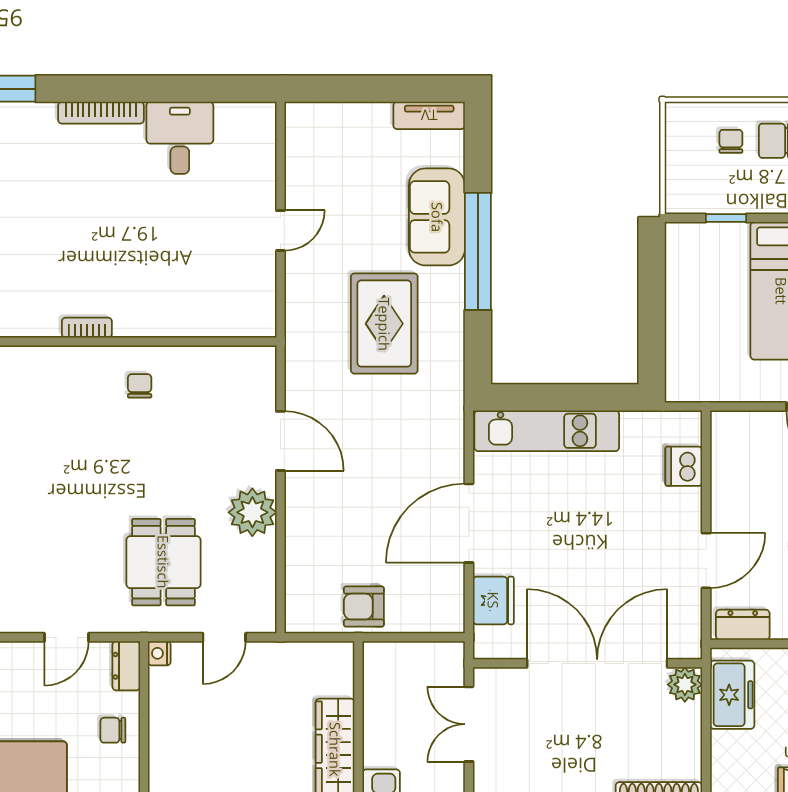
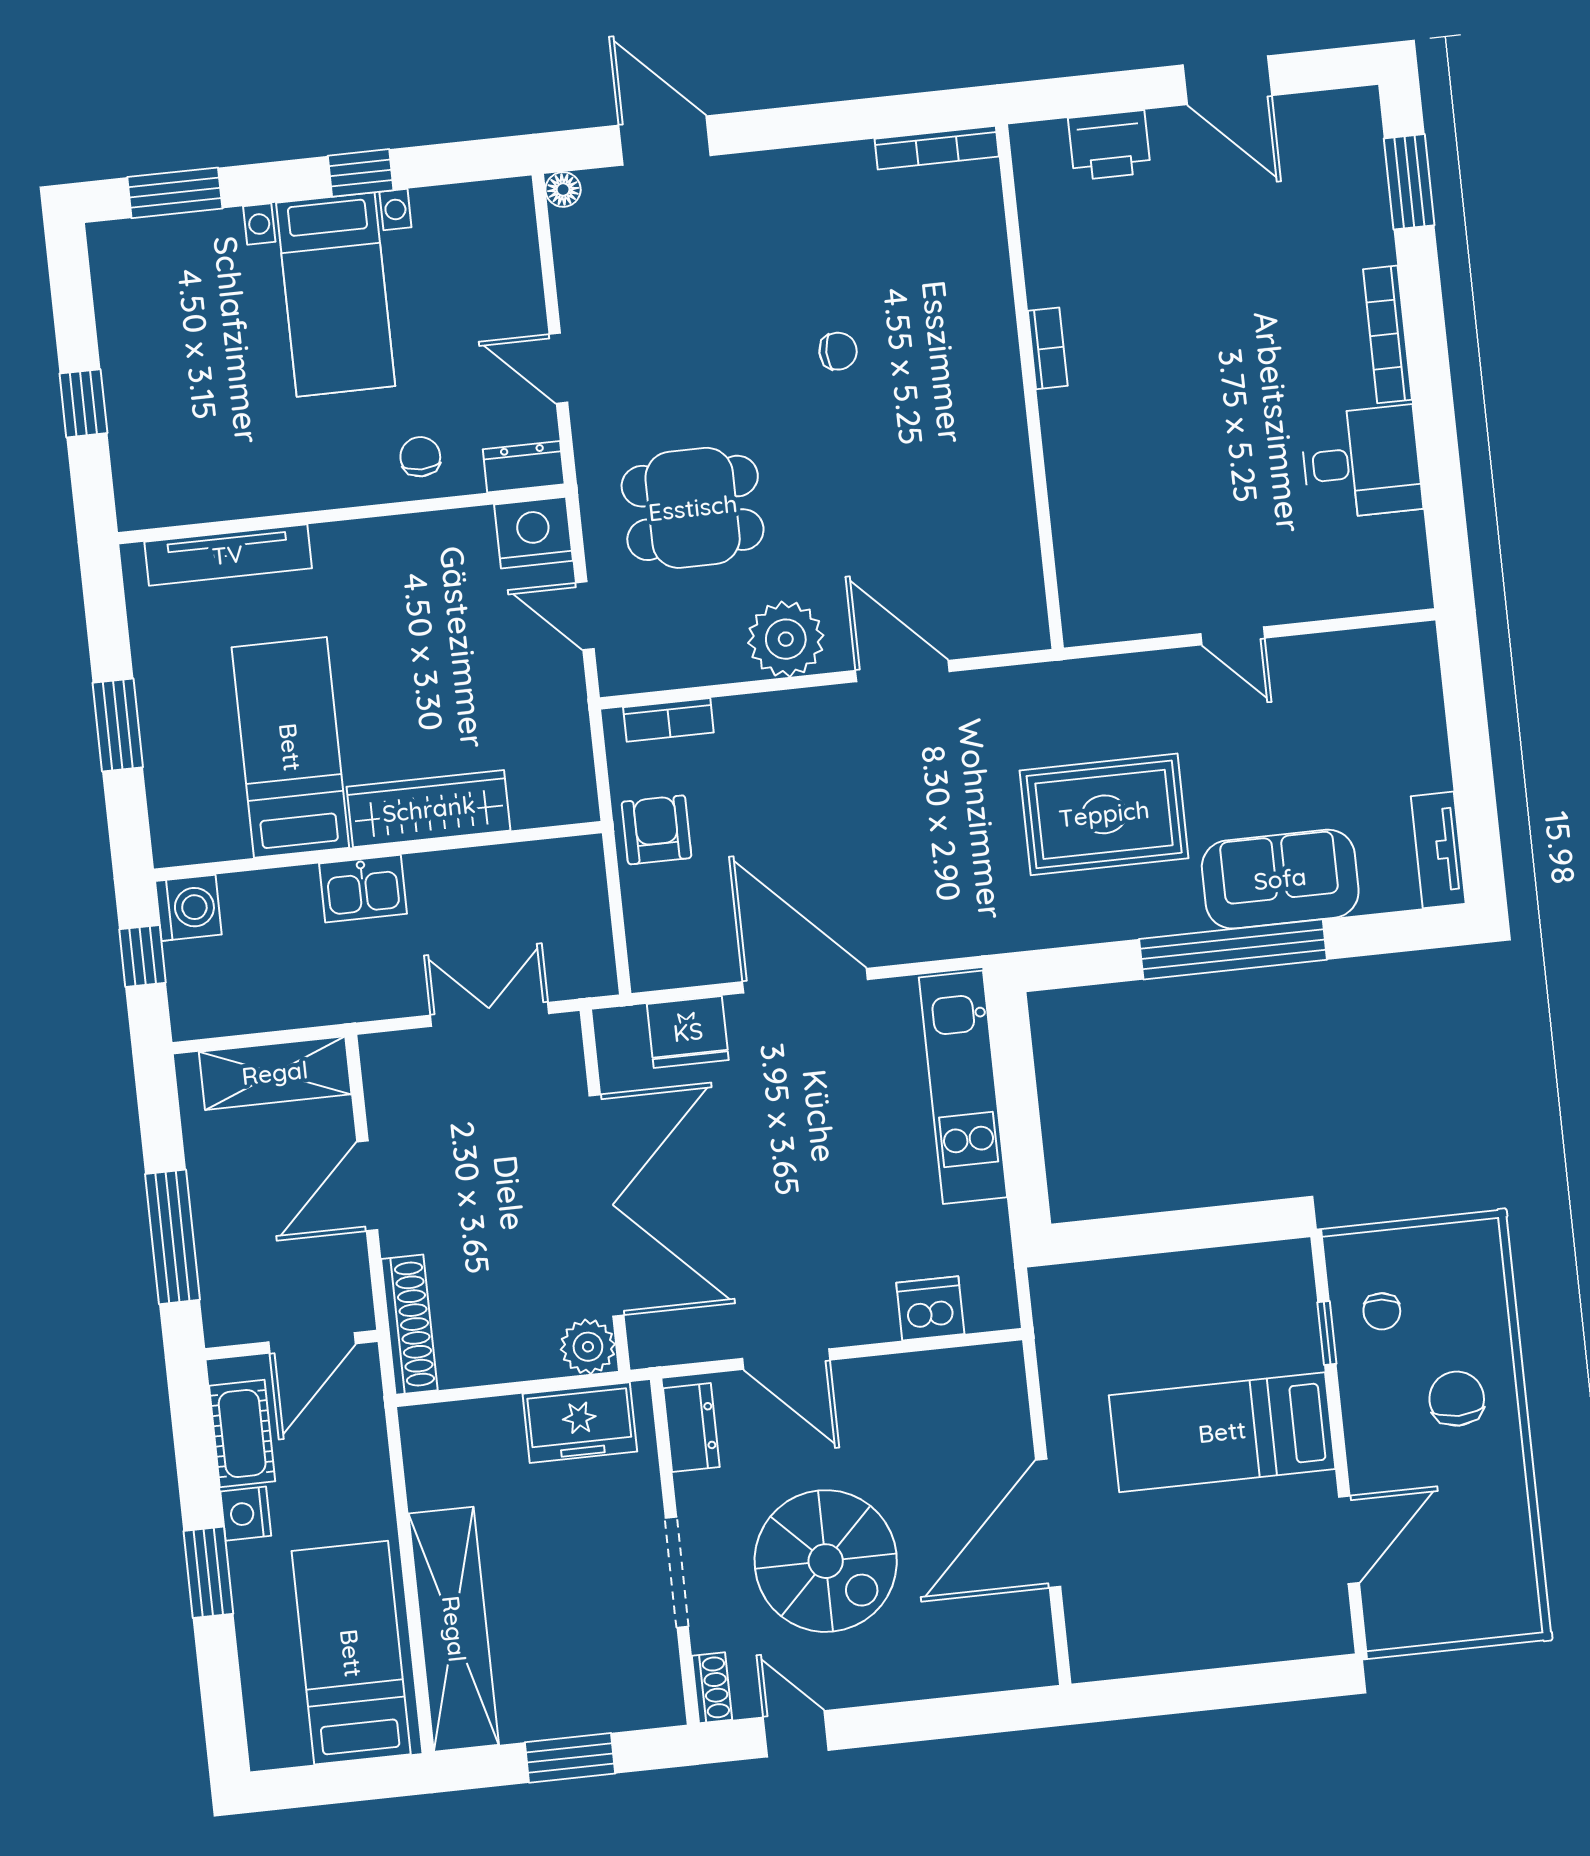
chair: (731, 141) -> (1382, 1311), moved, turned 96
chair: (140, 386) -> (838, 351), moved
door: (280, 441) -> (902, 671), swing flipped
bookcase: (295, 592) -> (668, 720), added
nightstand: (159, 653) -> (533, 533), width x1.89, depth x1.79

